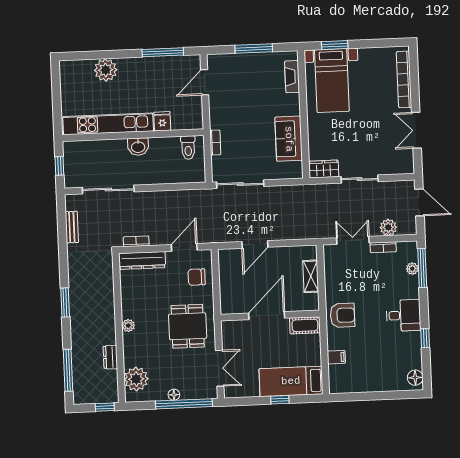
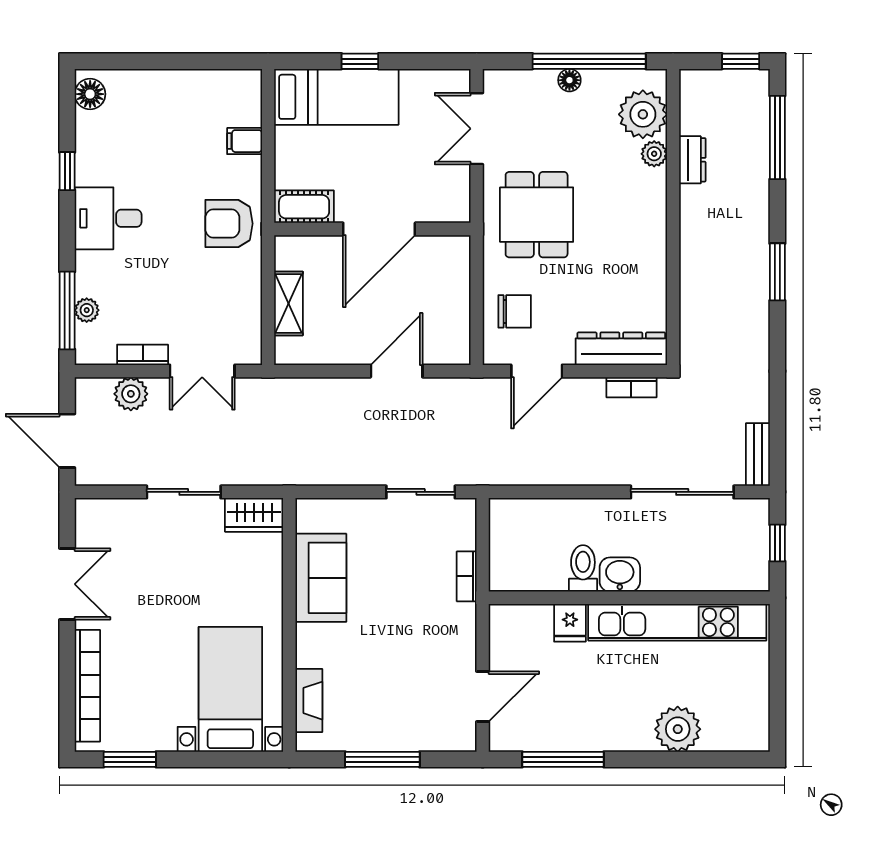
window: (335, 45) -> (130, 759), moved
toilet: (188, 148) -> (583, 568), moved
sliding door: (240, 184) -> (421, 492), width x0.73
bench: (72, 227) -> (758, 455), moved
plant: (128, 326) -> (654, 154), moved
window: (184, 404) -> (589, 61), moved
window: (105, 407) -> (741, 61), moved

